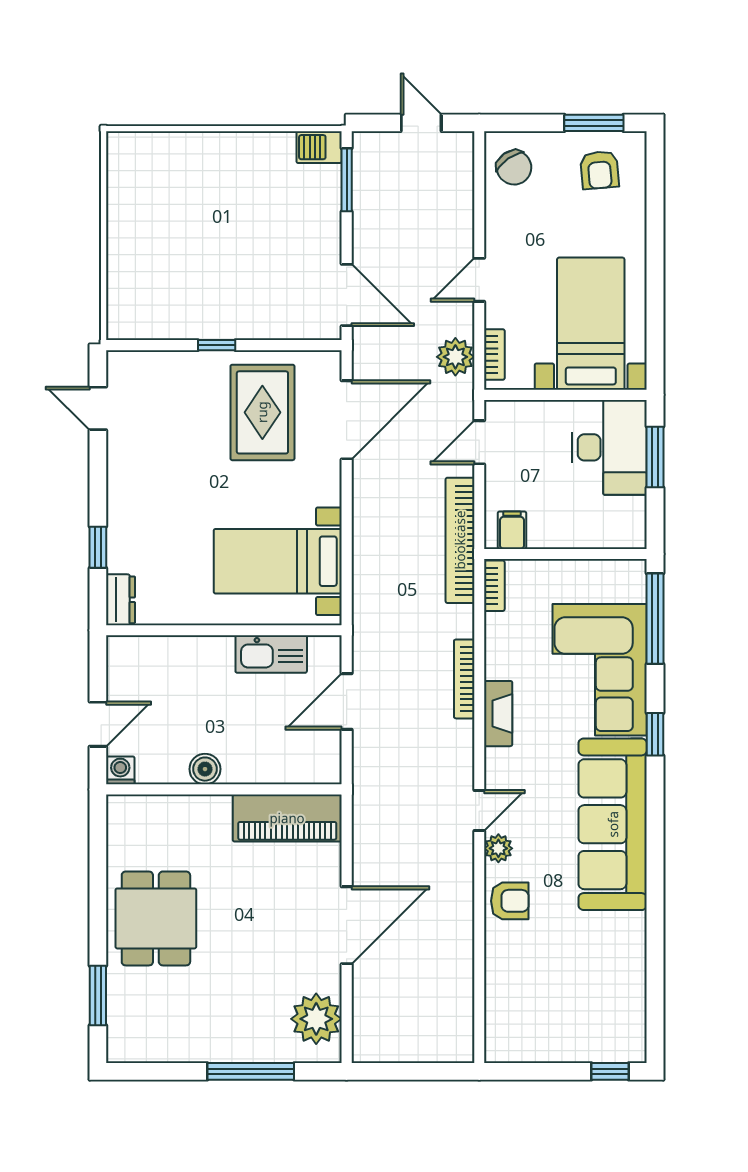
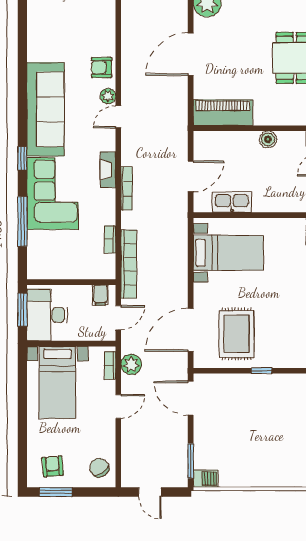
filing cabinet: (512, 530) -> (100, 295), moved
wall: (565, 554) -> (71, 282), moved

